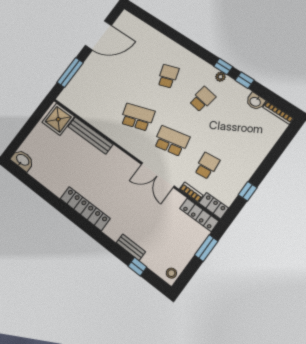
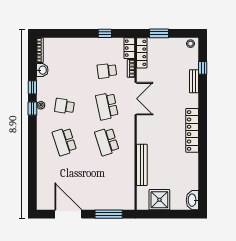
school desk: (168, 76) -> (64, 141), width x1.85
shower: (58, 119) -> (159, 200), moved

